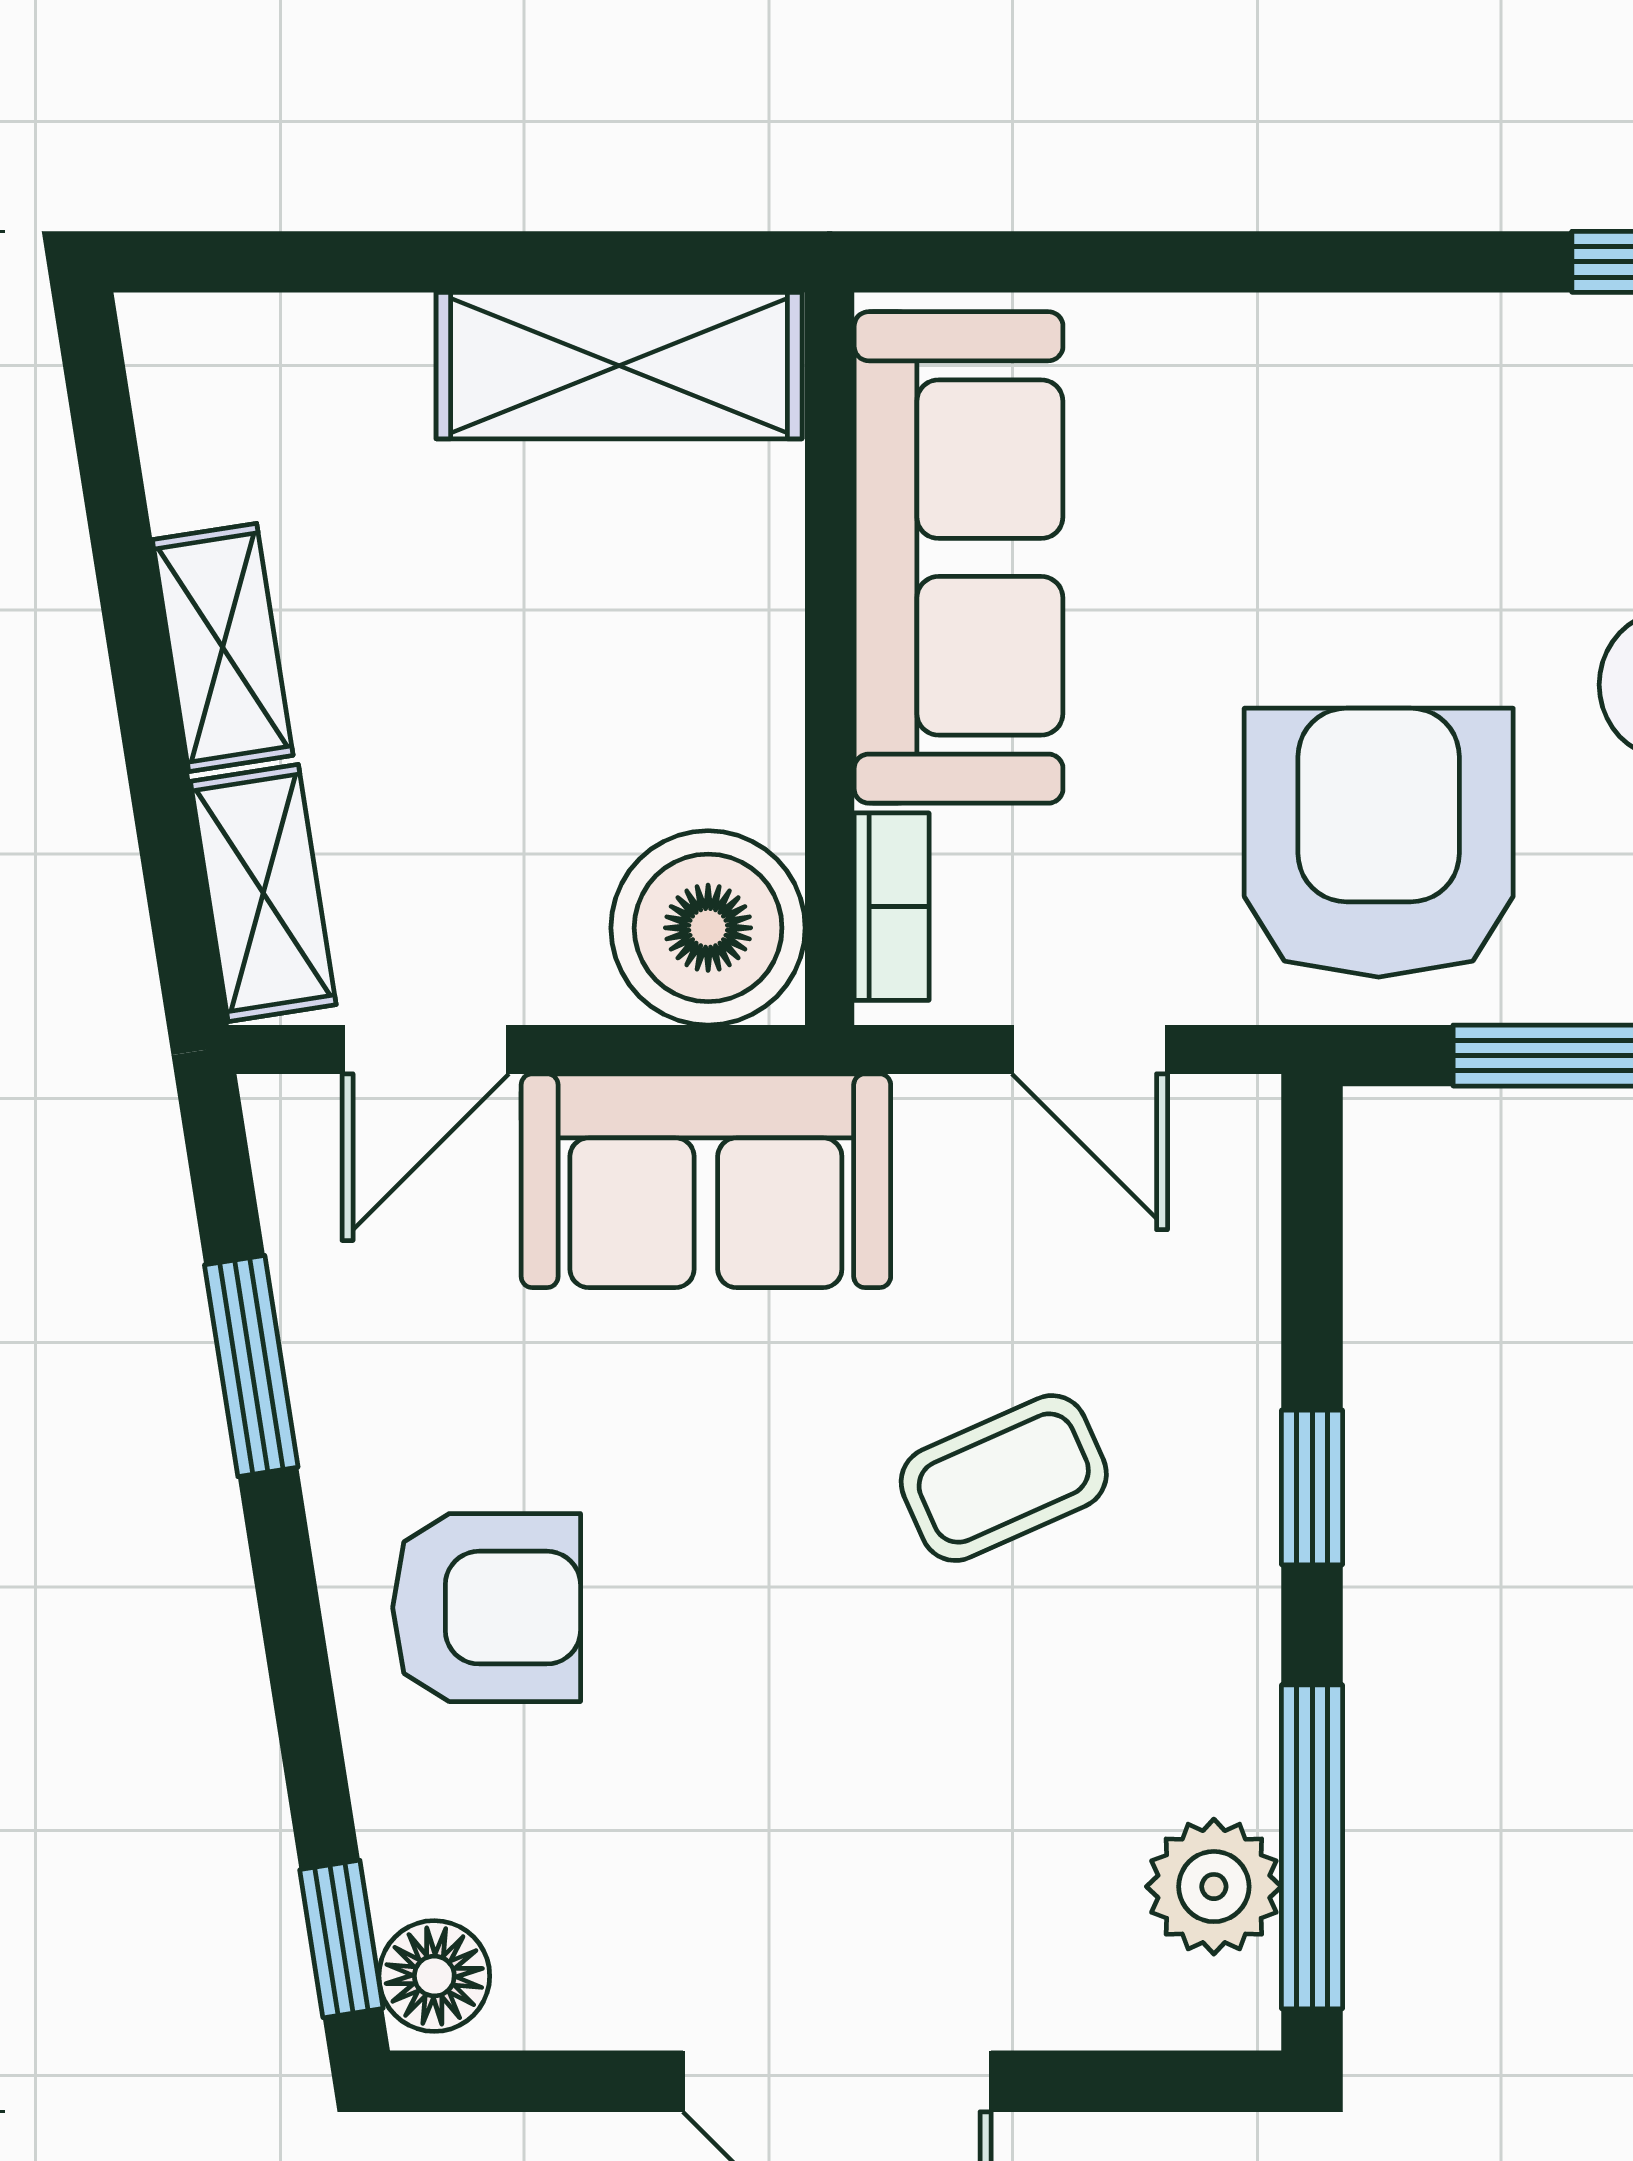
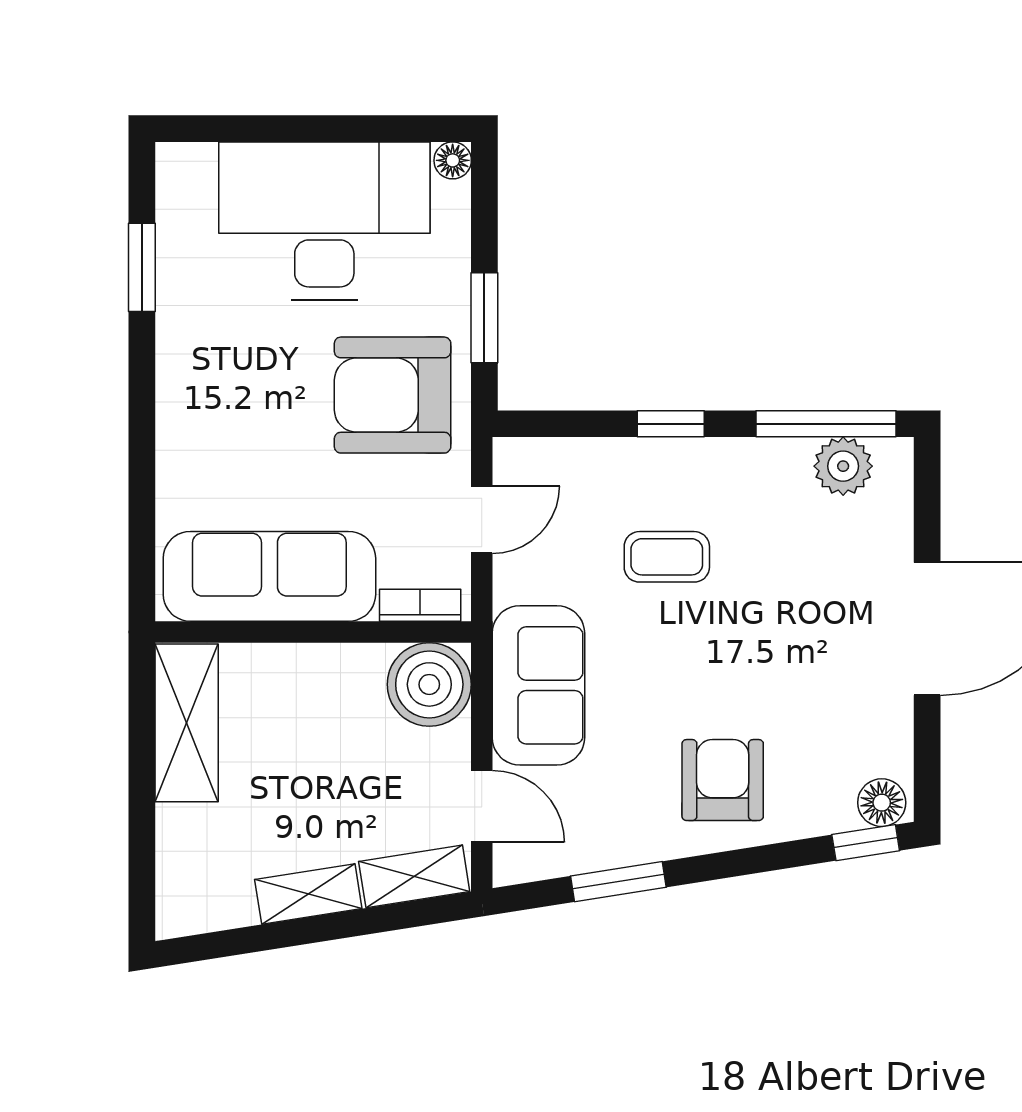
coffee table: (1004, 1478) -> (667, 557), turned -66

